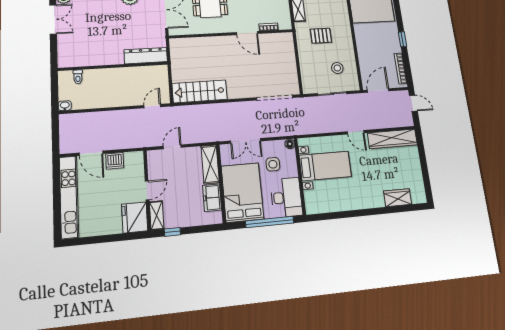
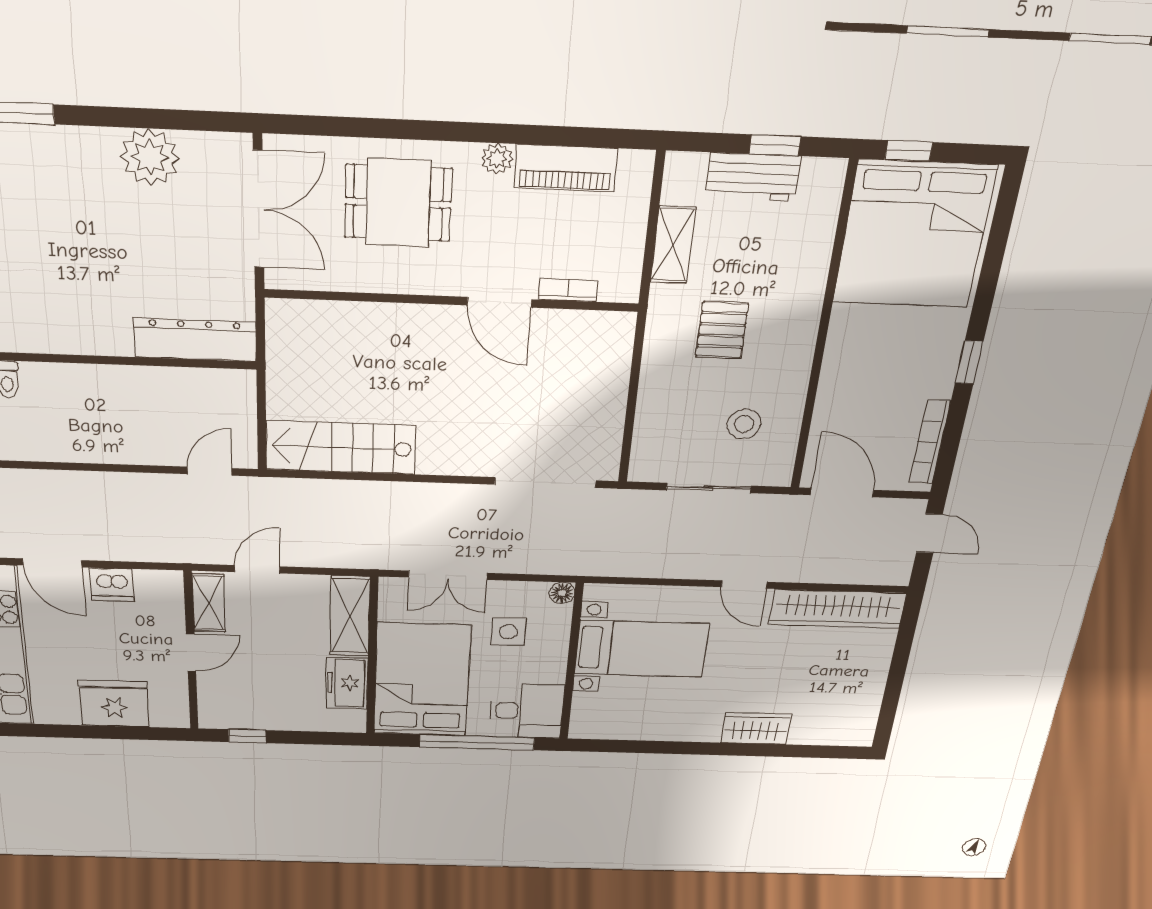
pallet: (321, 36) -> (722, 330), turned 90
door: (378, 90) -> (842, 493), hinge flipped
desk: (286, 197) -> (526, 711), width x0.73
wardrobe: (398, 198) -> (756, 728), moved
shelving: (157, 215) -> (209, 603), moved
fridge: (135, 217) -> (114, 704), moved, turned 90

